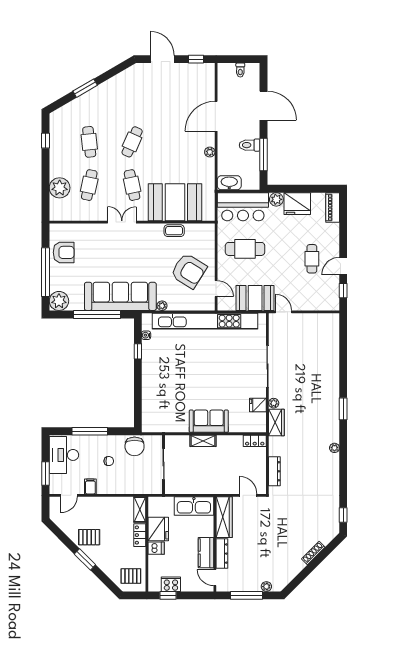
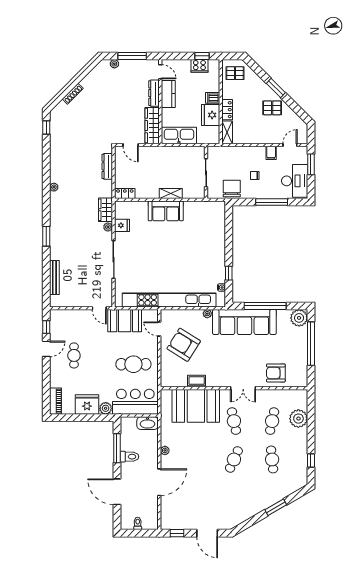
armchair: (64, 252) -> (276, 373), moved
bench: (334, 346) -> (54, 277), added
window: (343, 409) -> (46, 236), moved

